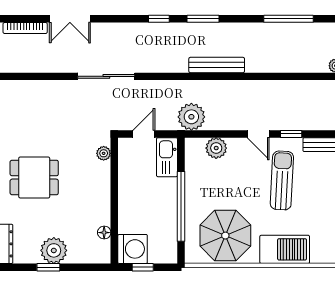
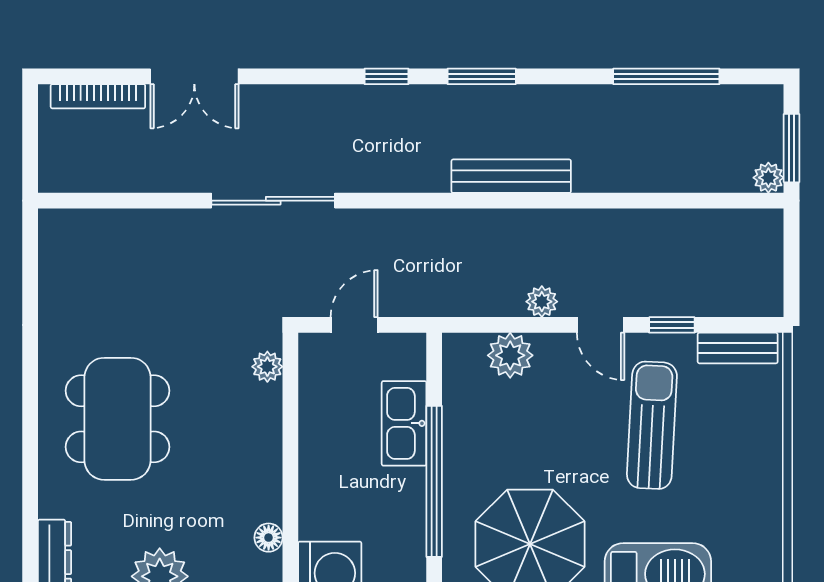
plant: (191, 117) -> (542, 302), moved, width x0.53, depth x0.53
kitchen sink: (167, 157) -> (404, 423), moved
dining table: (34, 177) -> (118, 419), width x1.38

